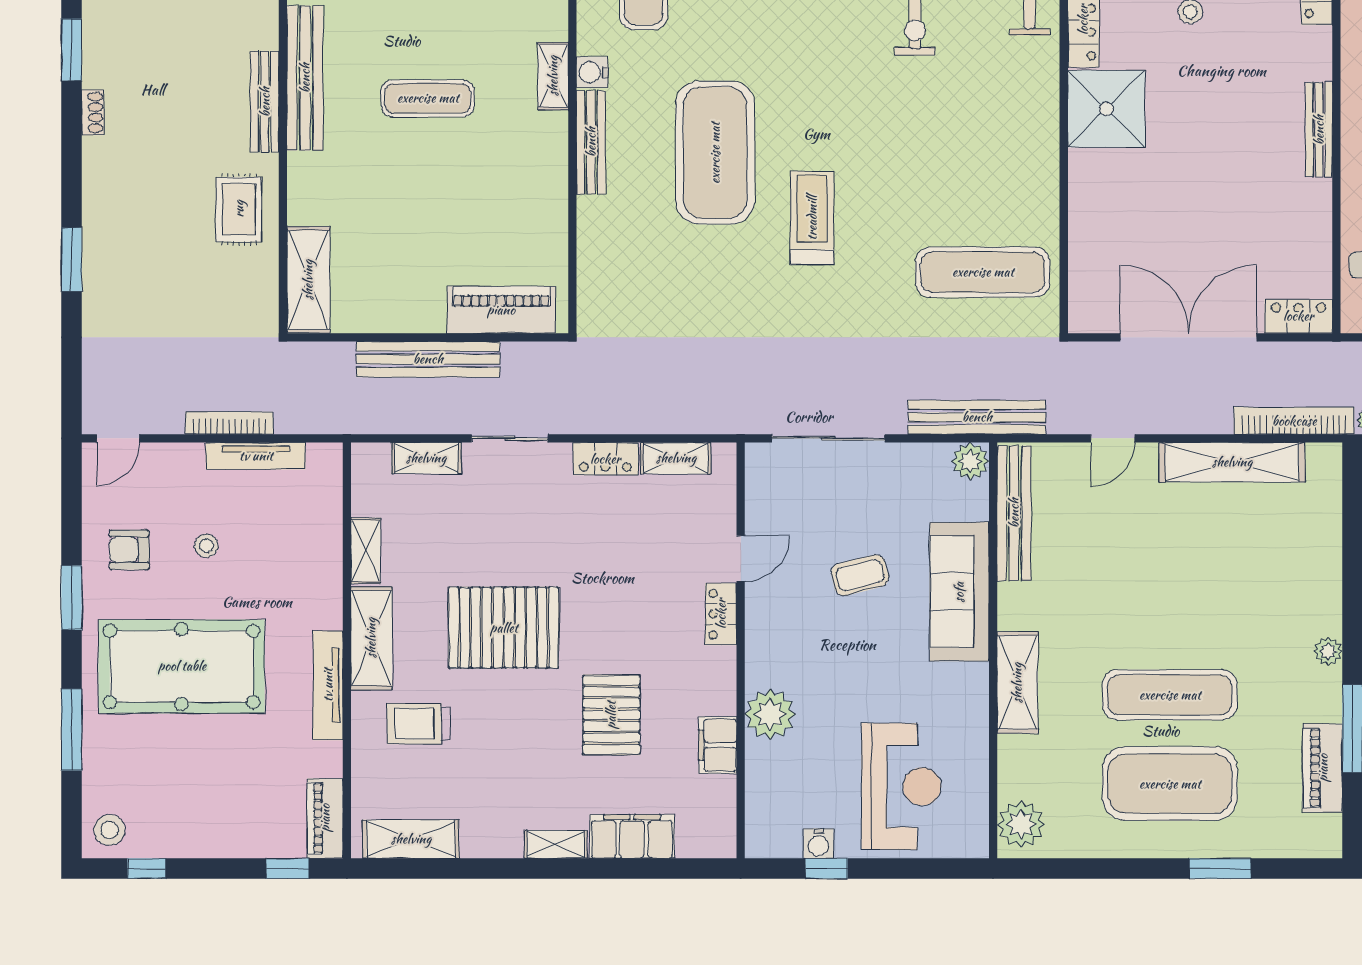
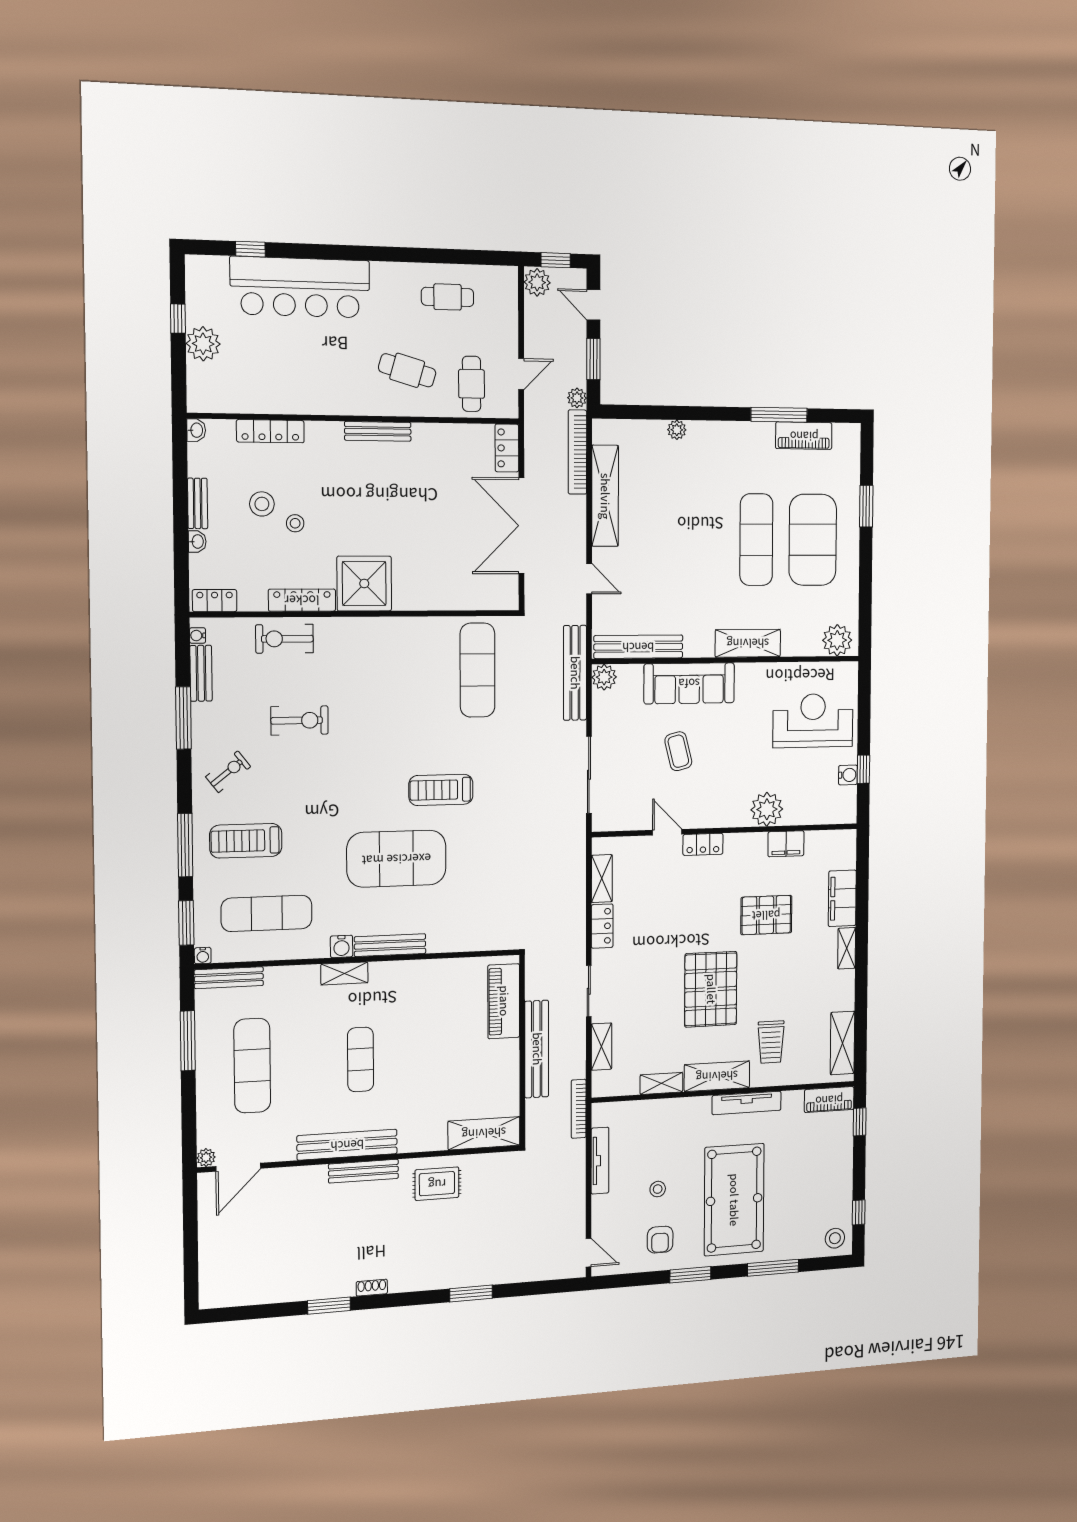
bookcase: (229, 423) -> (579, 1109), moved
plant: (1328, 651) -> (677, 430), moved

